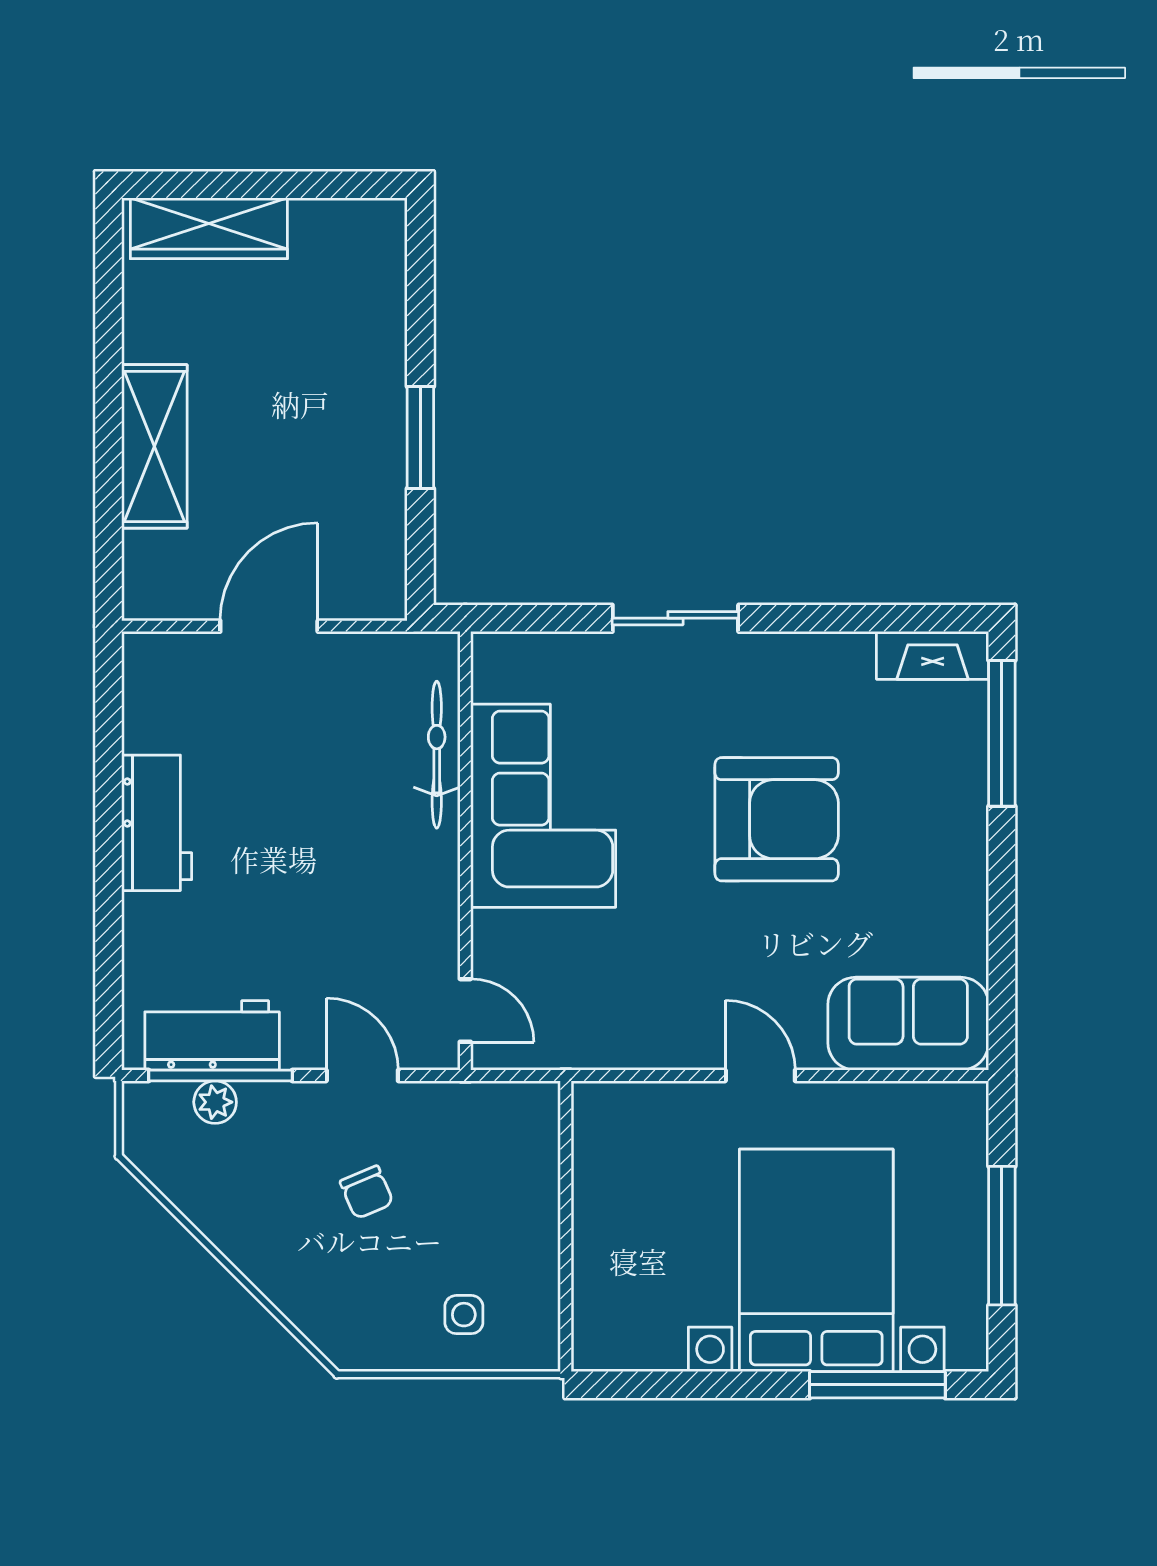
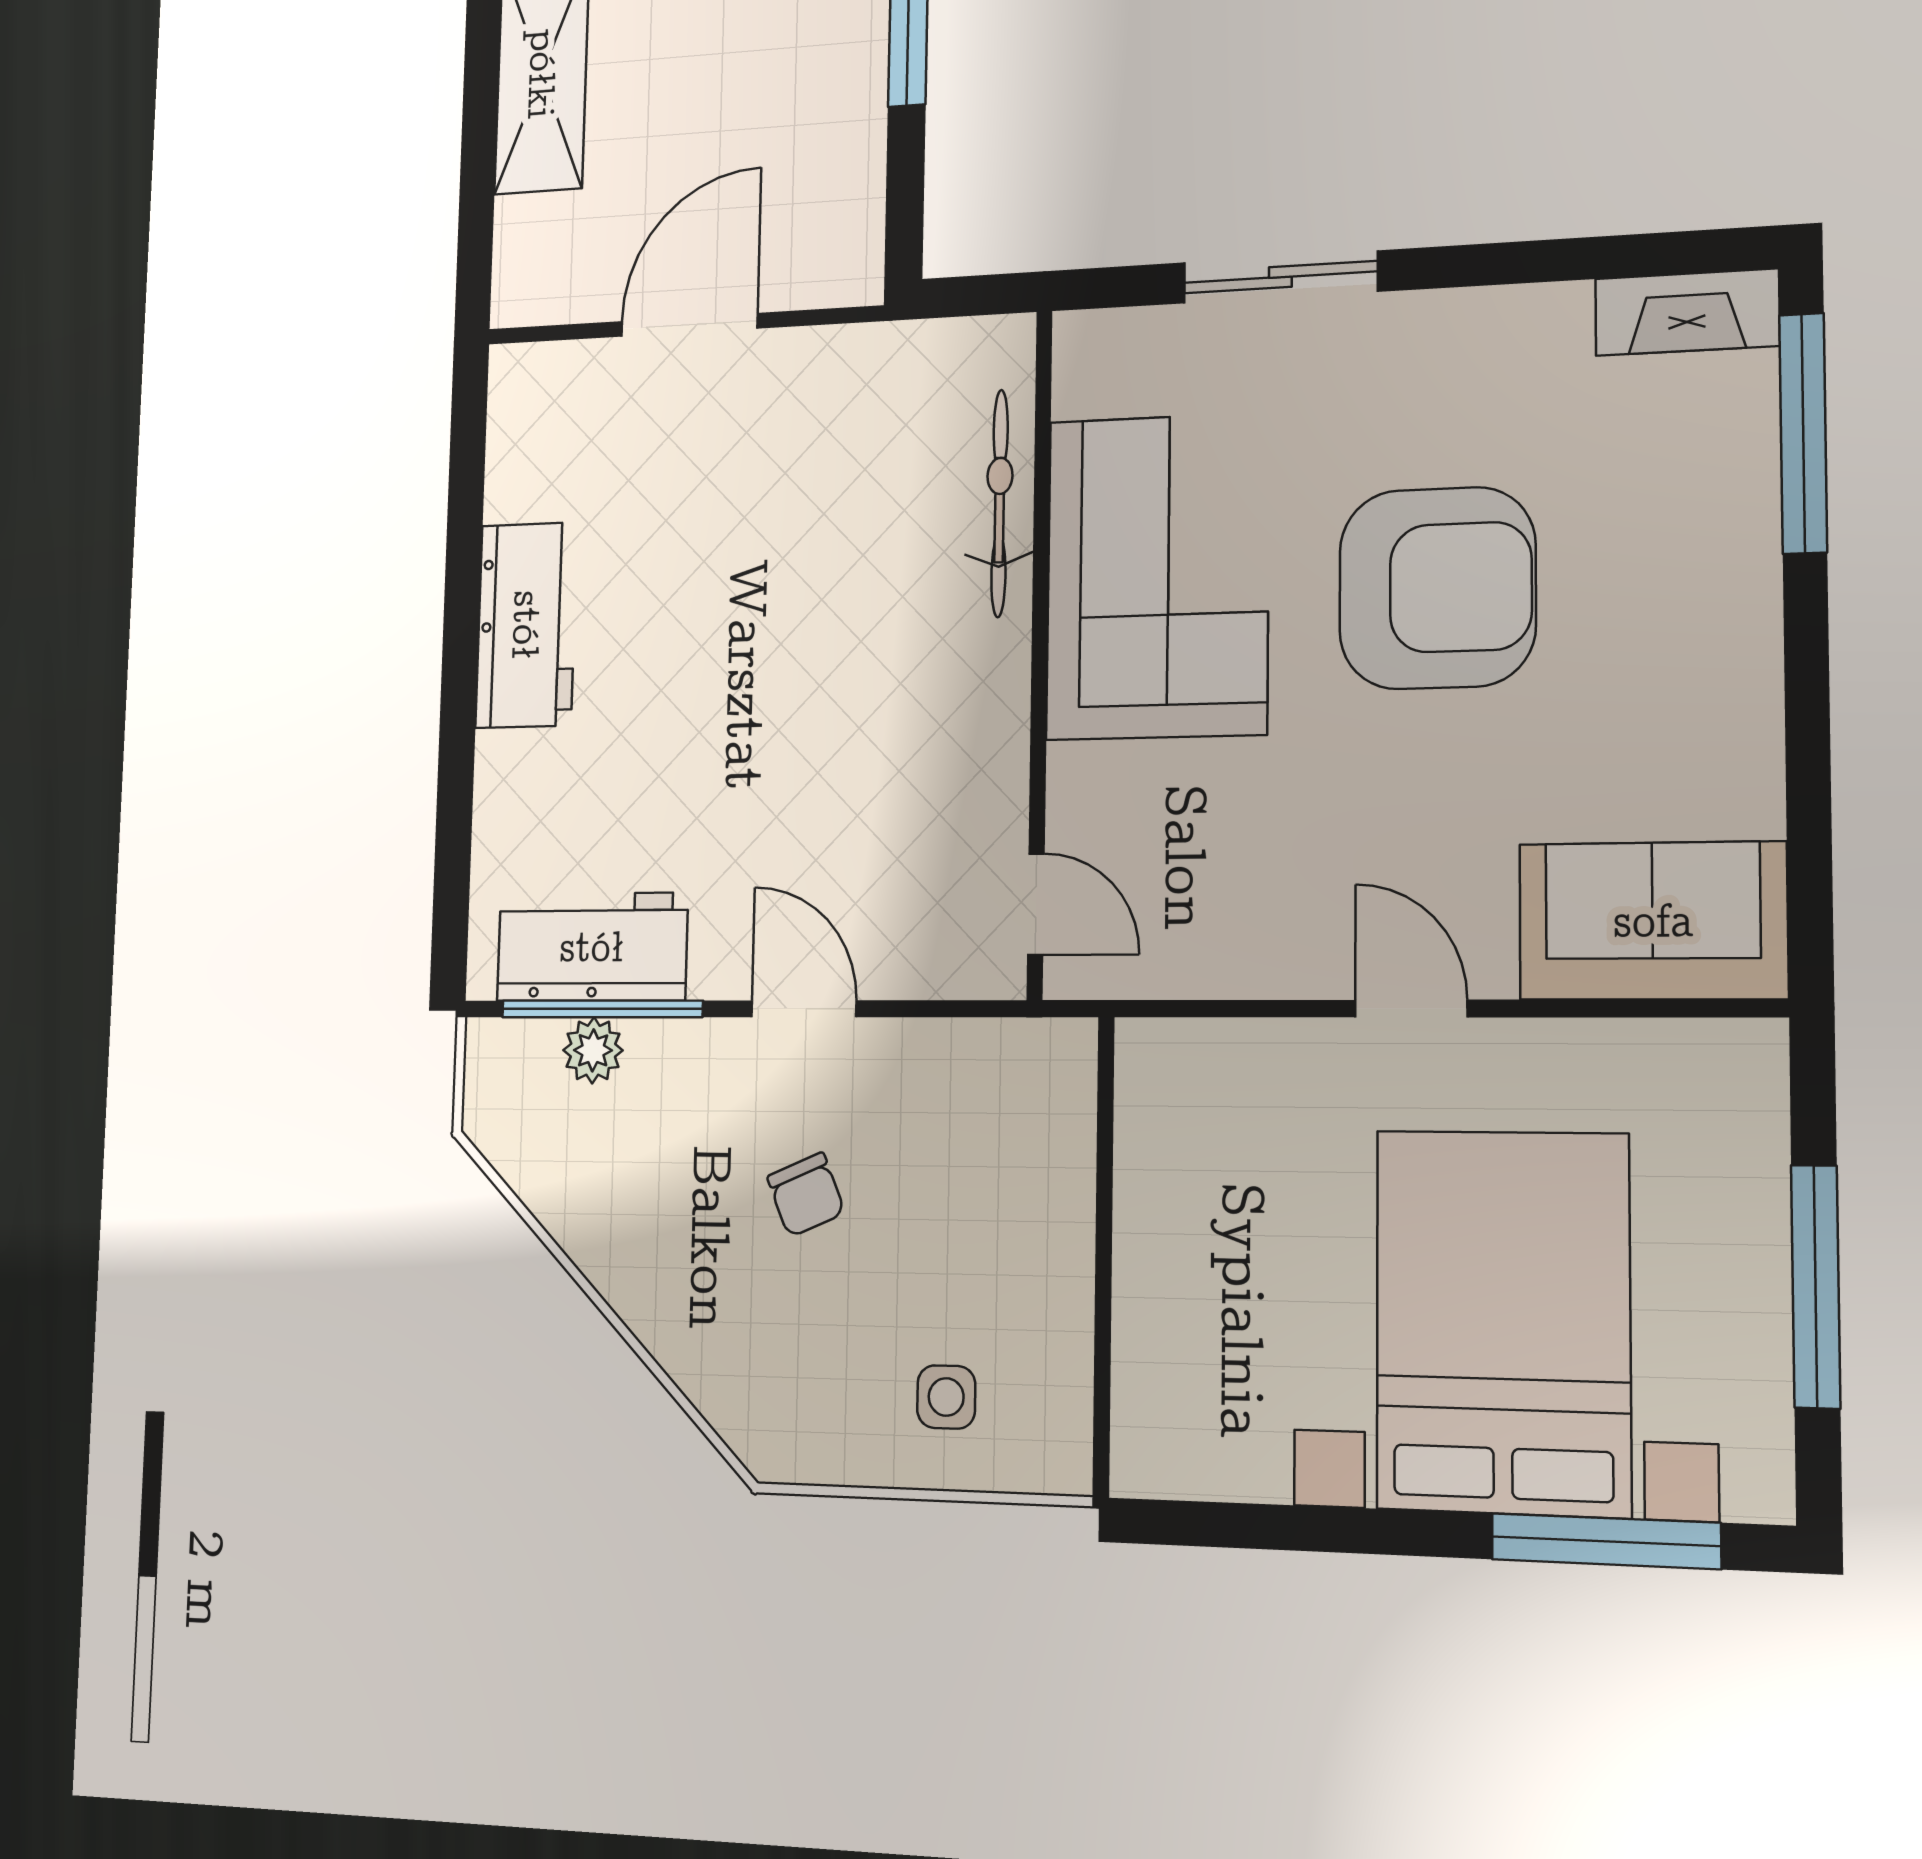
bicycle: (437, 755) -> (1000, 503), moved
corner sofa: (543, 806) -> (1157, 576), moved
wall: (465, 851) -> (1040, 651), moved
door: (465, 1010) -> (1036, 904), moved

